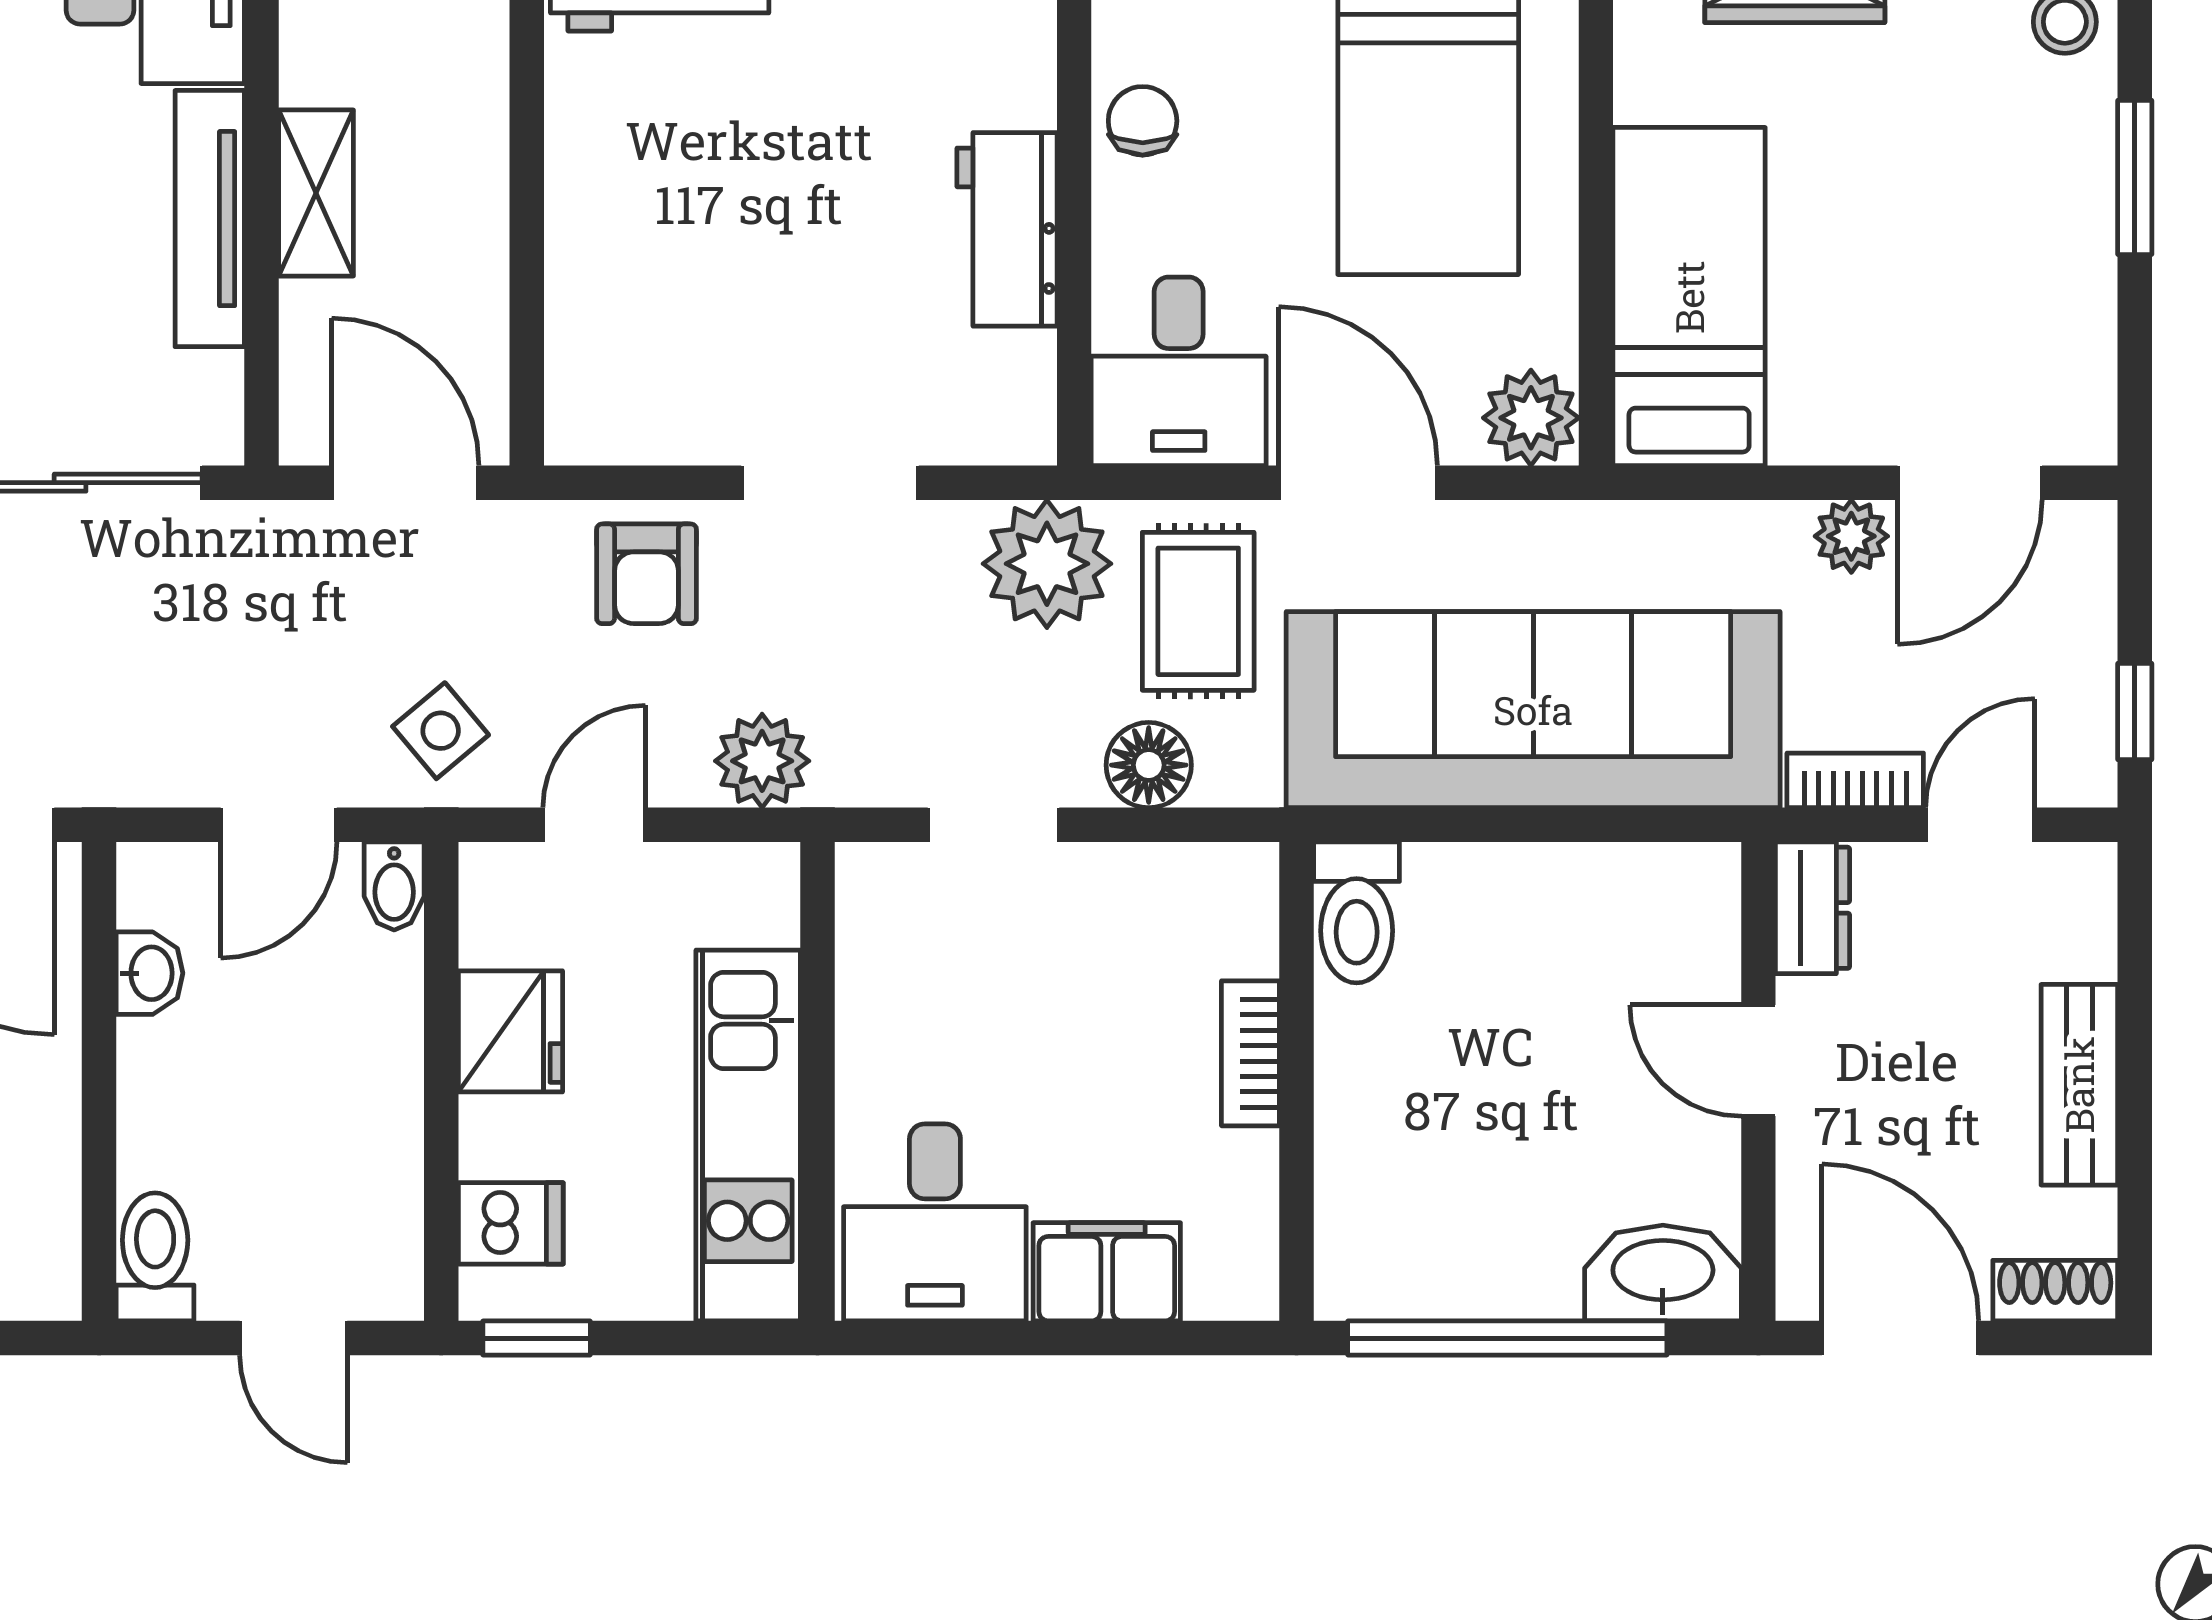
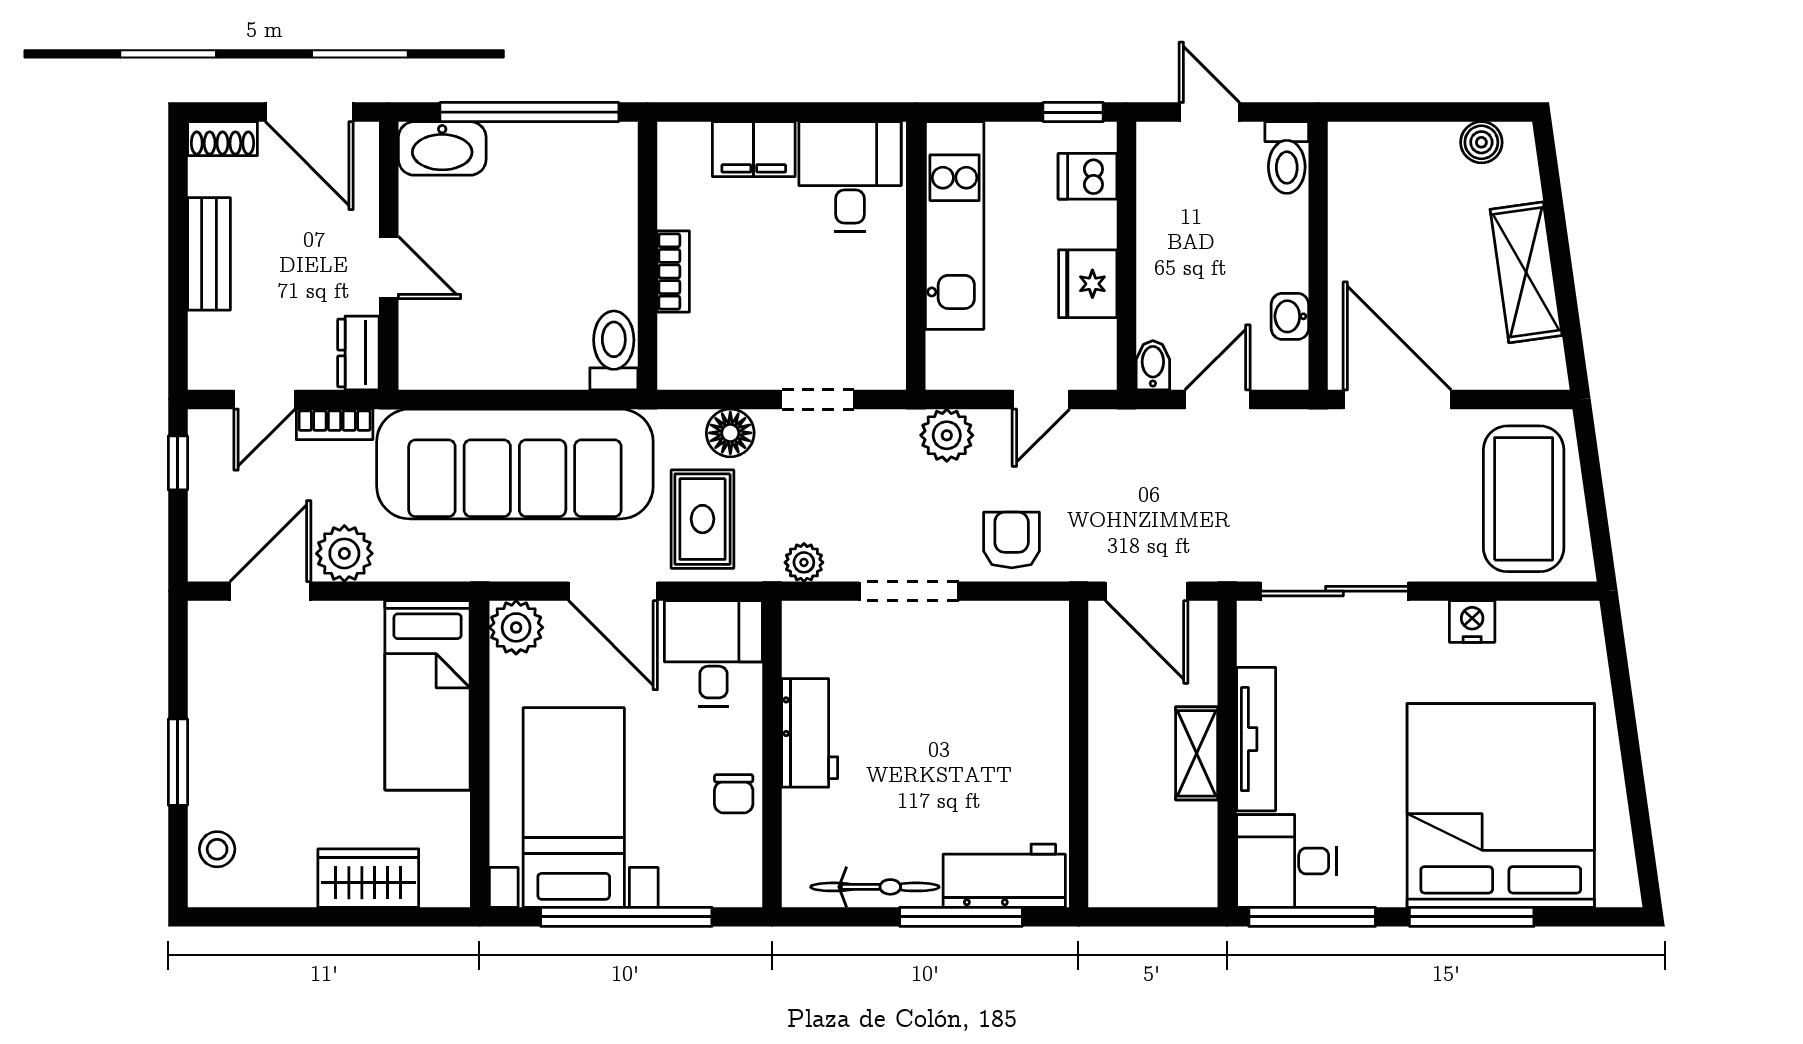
plant: (1851, 536) -> (344, 553), width x1.38, depth x1.38
plant: (1047, 564) -> (804, 562), width x0.53, depth x0.53
side table: (441, 731) -> (1127, 452), removed

